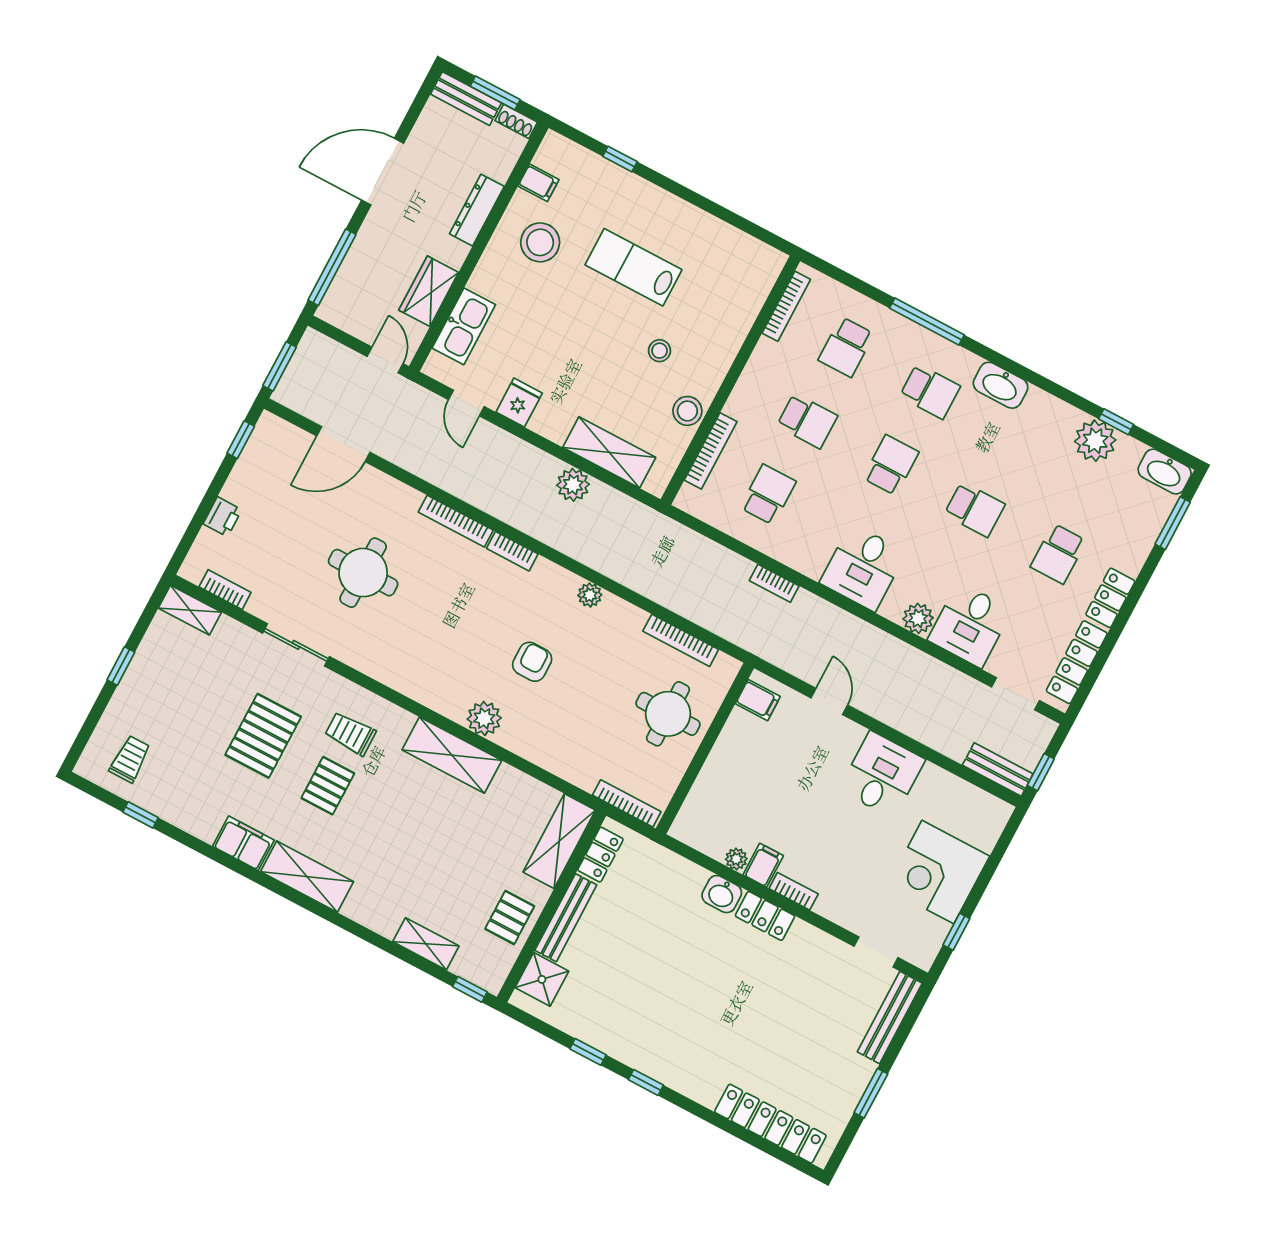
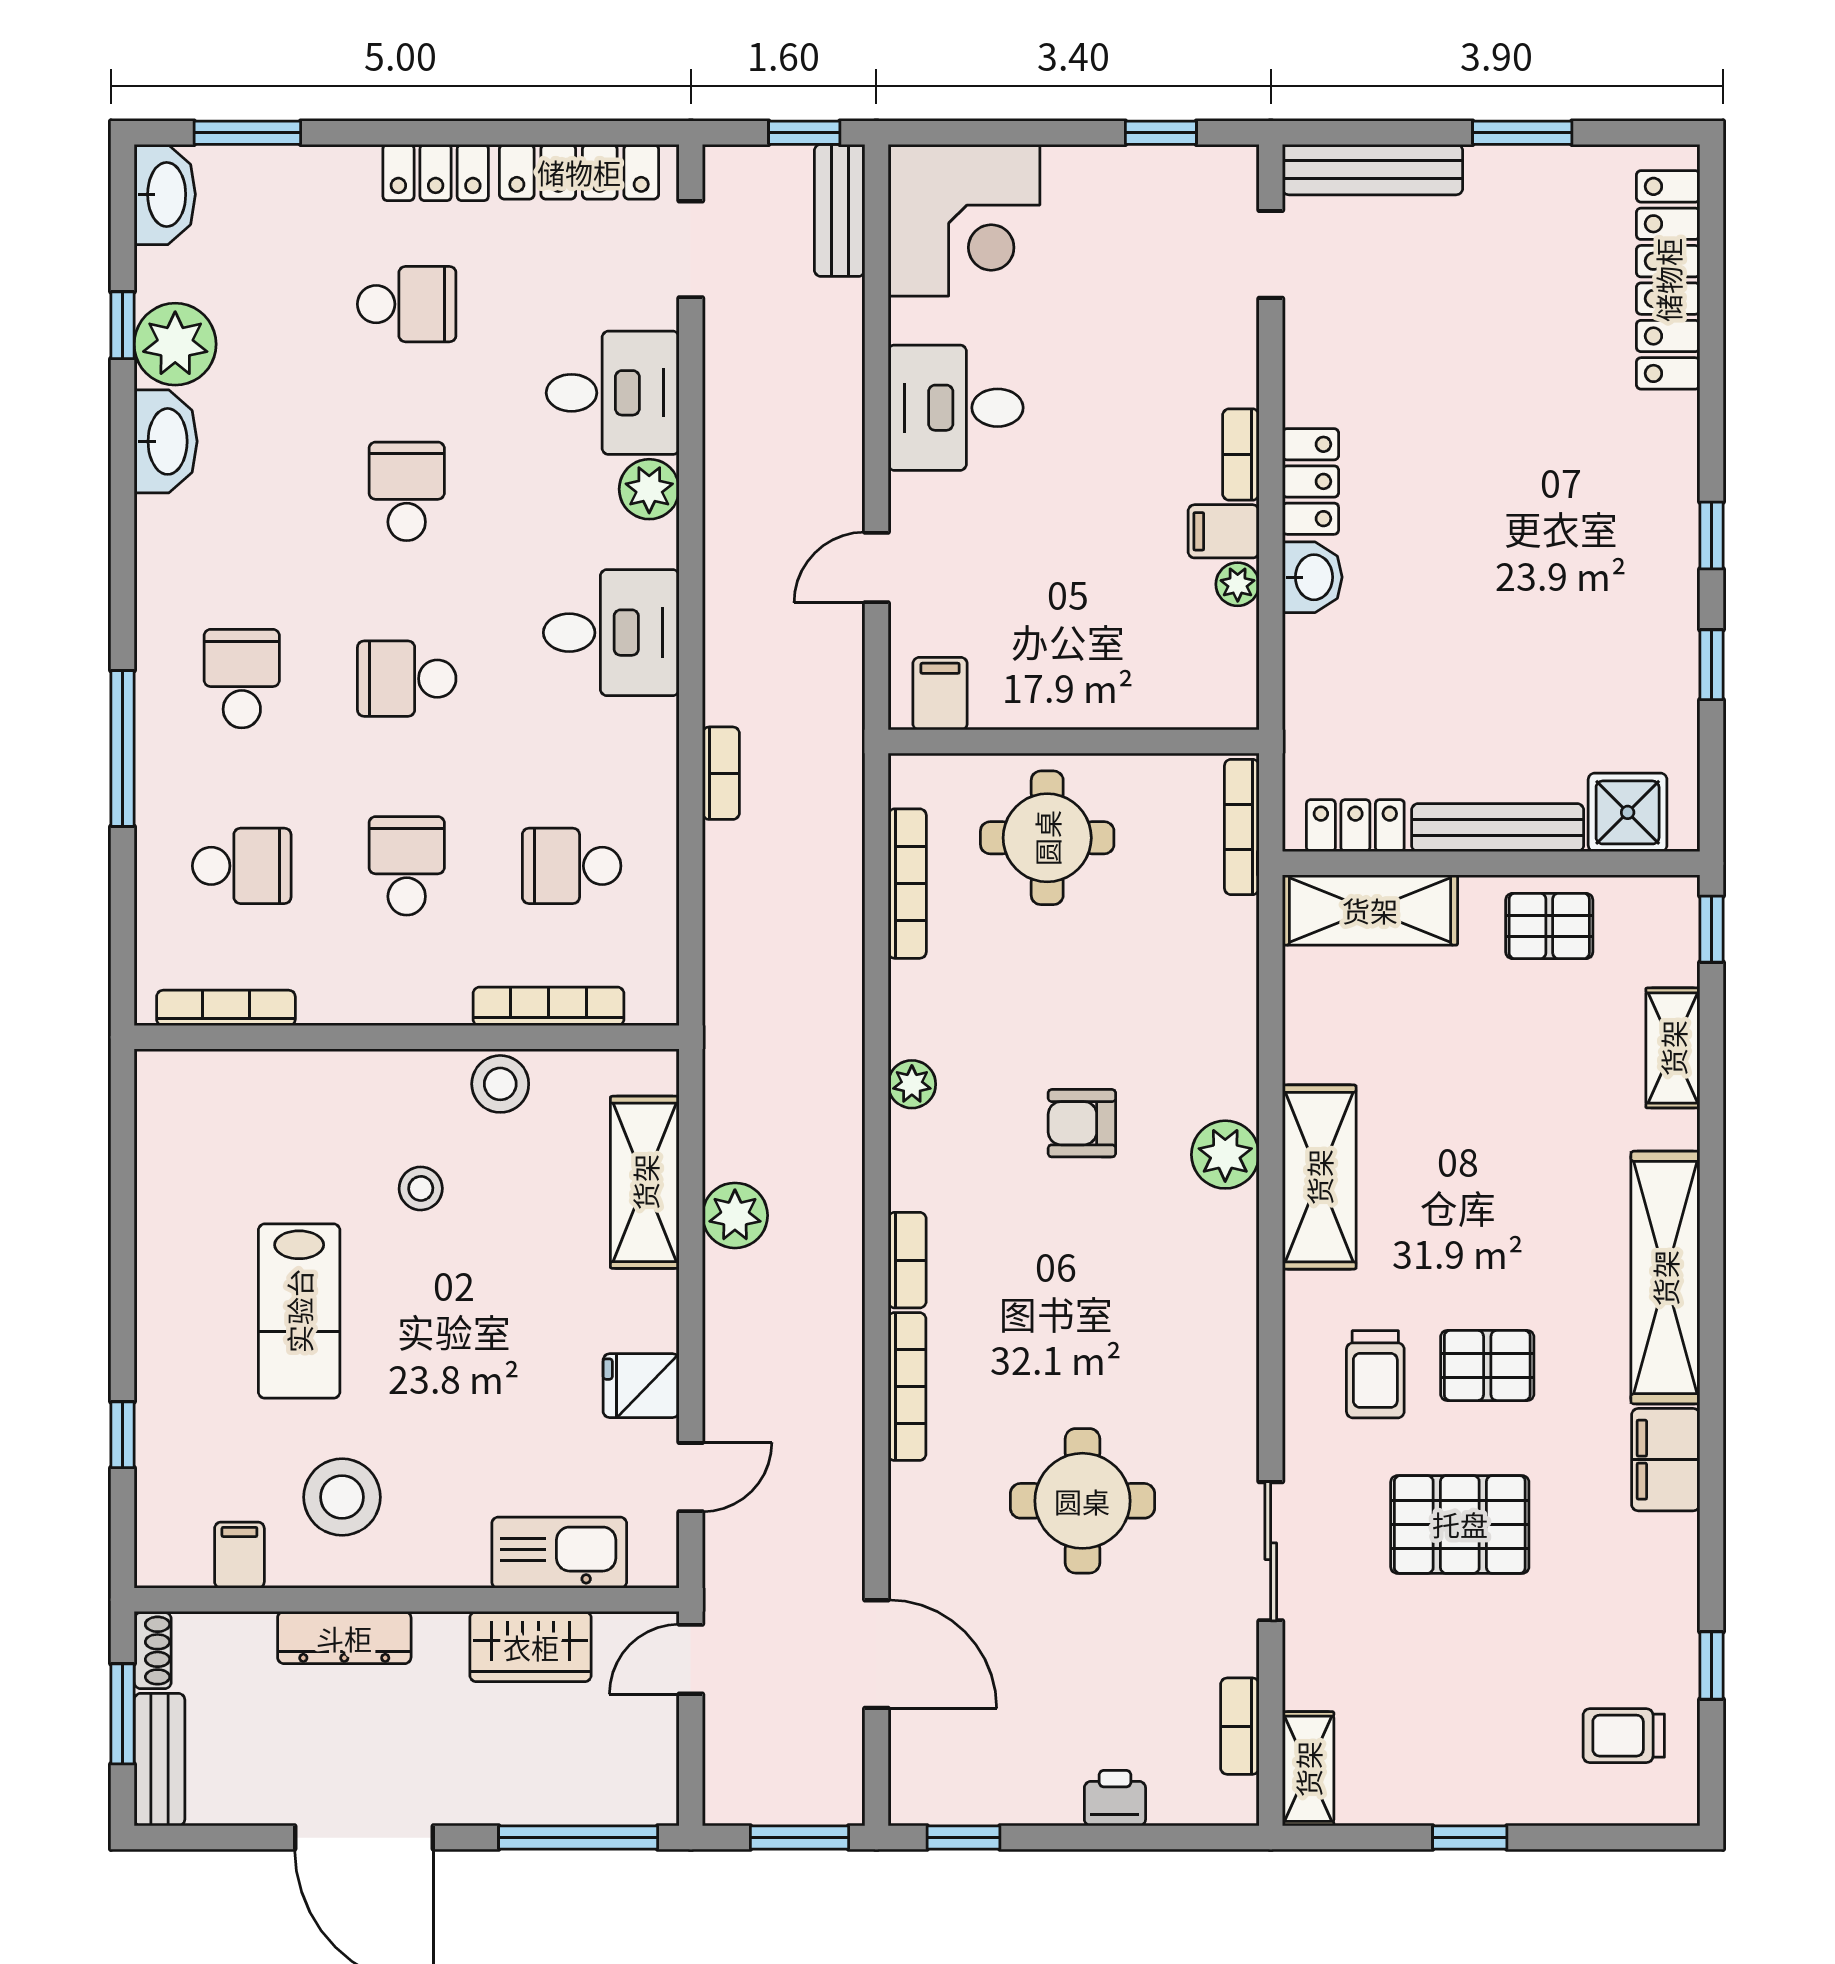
washbasin: (1001, 385) -> (166, 441), moved
corner desk: (938, 872) -> (964, 220), moved
shelving: (307, 877) -> (1665, 1278), width x1.47

